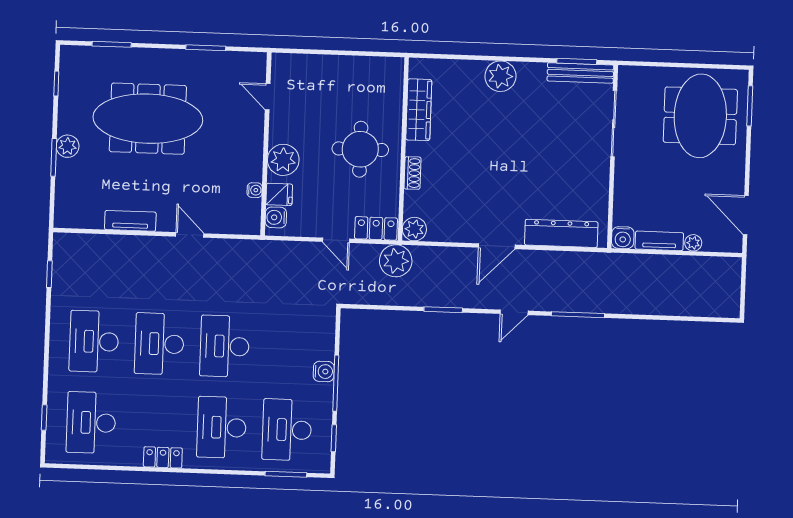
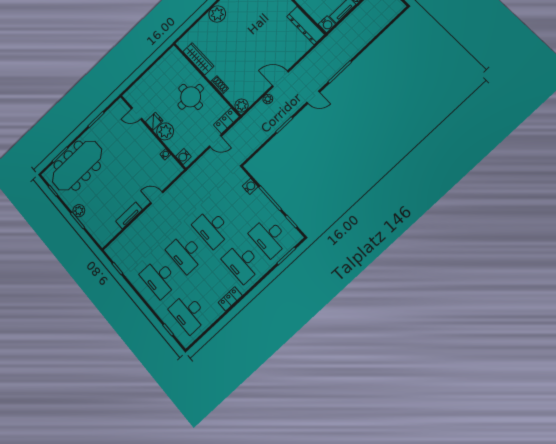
meeting table: (148, 119) -> (77, 166), moved
fridge: (279, 194) -> (154, 121), moved
dresser: (561, 233) -> (306, 25), moved, turned -90
door: (497, 246) -> (280, 79), swing flipped
plant: (396, 261) -> (268, 99), moved, width x0.53, depth x0.53
door: (514, 312) -> (313, 97), hinge flipped
water cooler: (324, 371) -> (250, 186), moved

